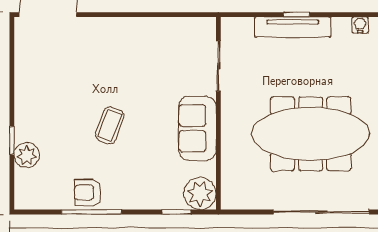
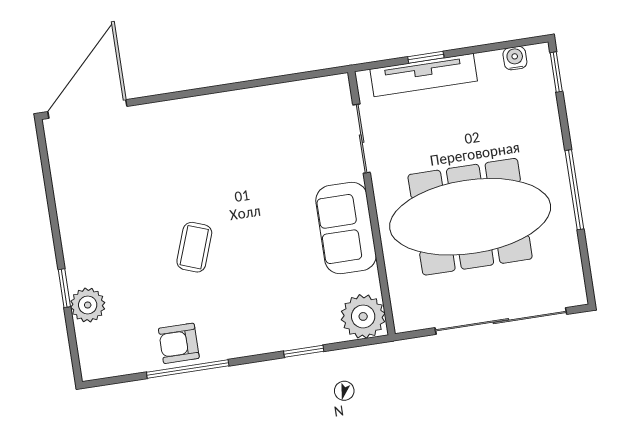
sliding door: (218, 66) -> (362, 139), moved
wall: (218, 113) -> (371, 203), moved
sofa: (197, 128) -> (346, 228), moved
plant: (200, 194) -> (363, 316), moved

